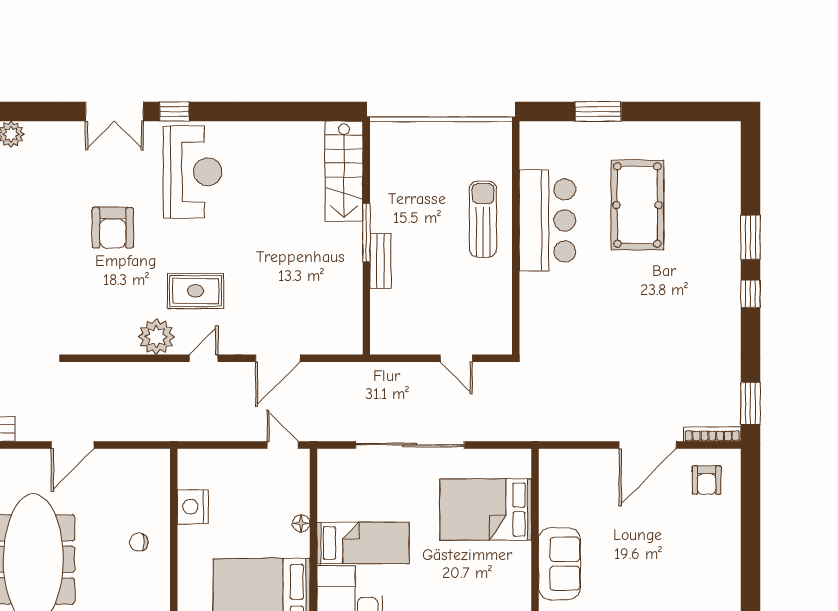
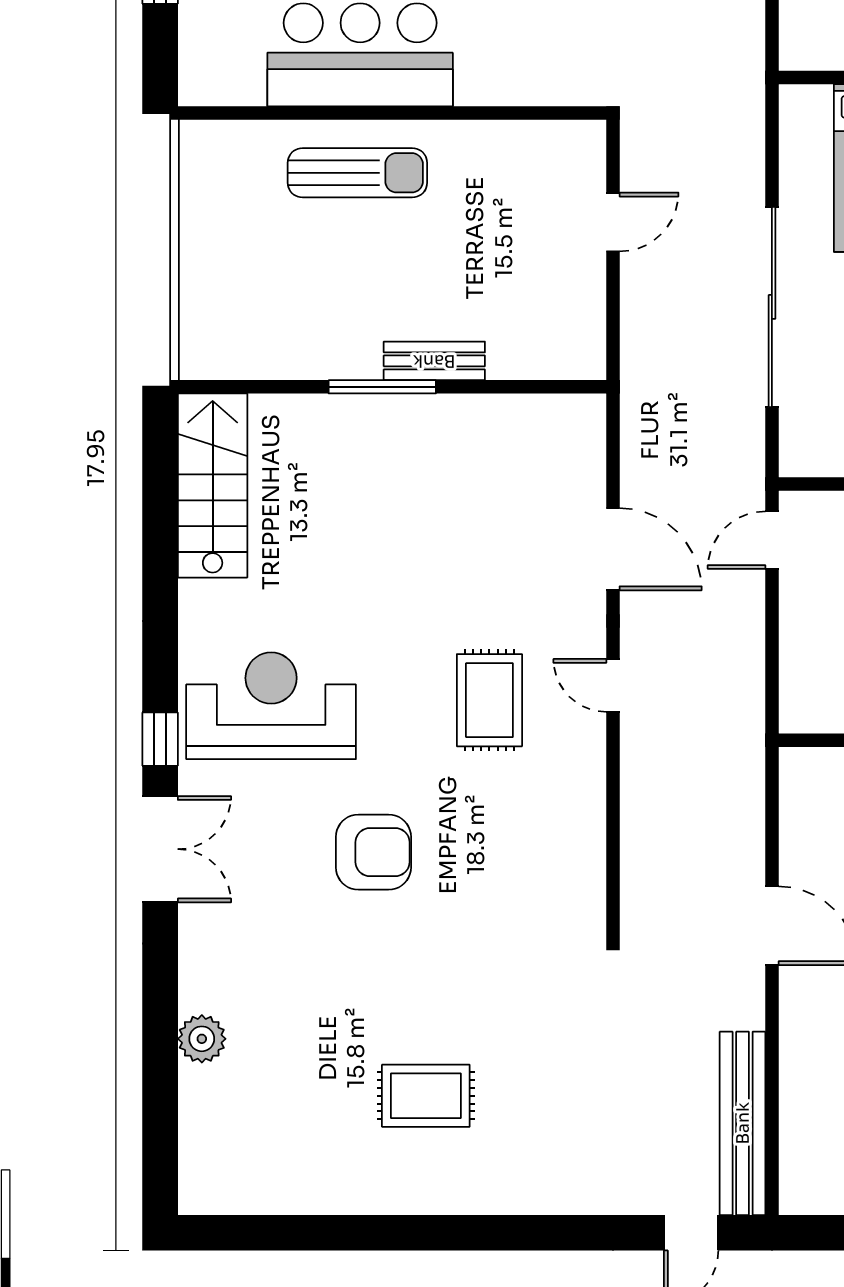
stairs: (344, 171) -> (213, 486), moved, turned -90
sun lounger: (483, 219) -> (357, 173), turned 180
plant: (156, 337) -> (573, 772), removed

